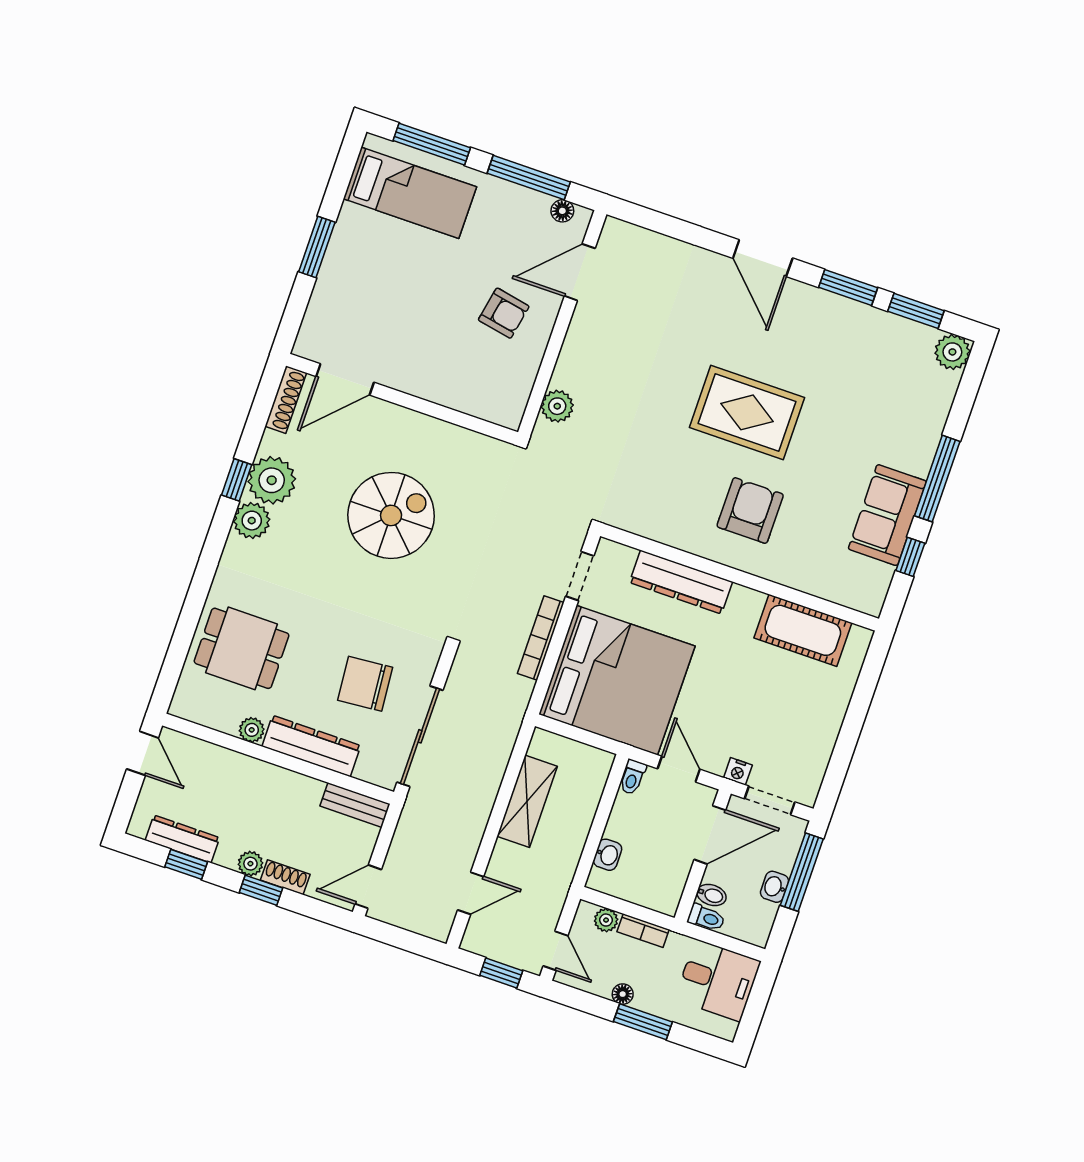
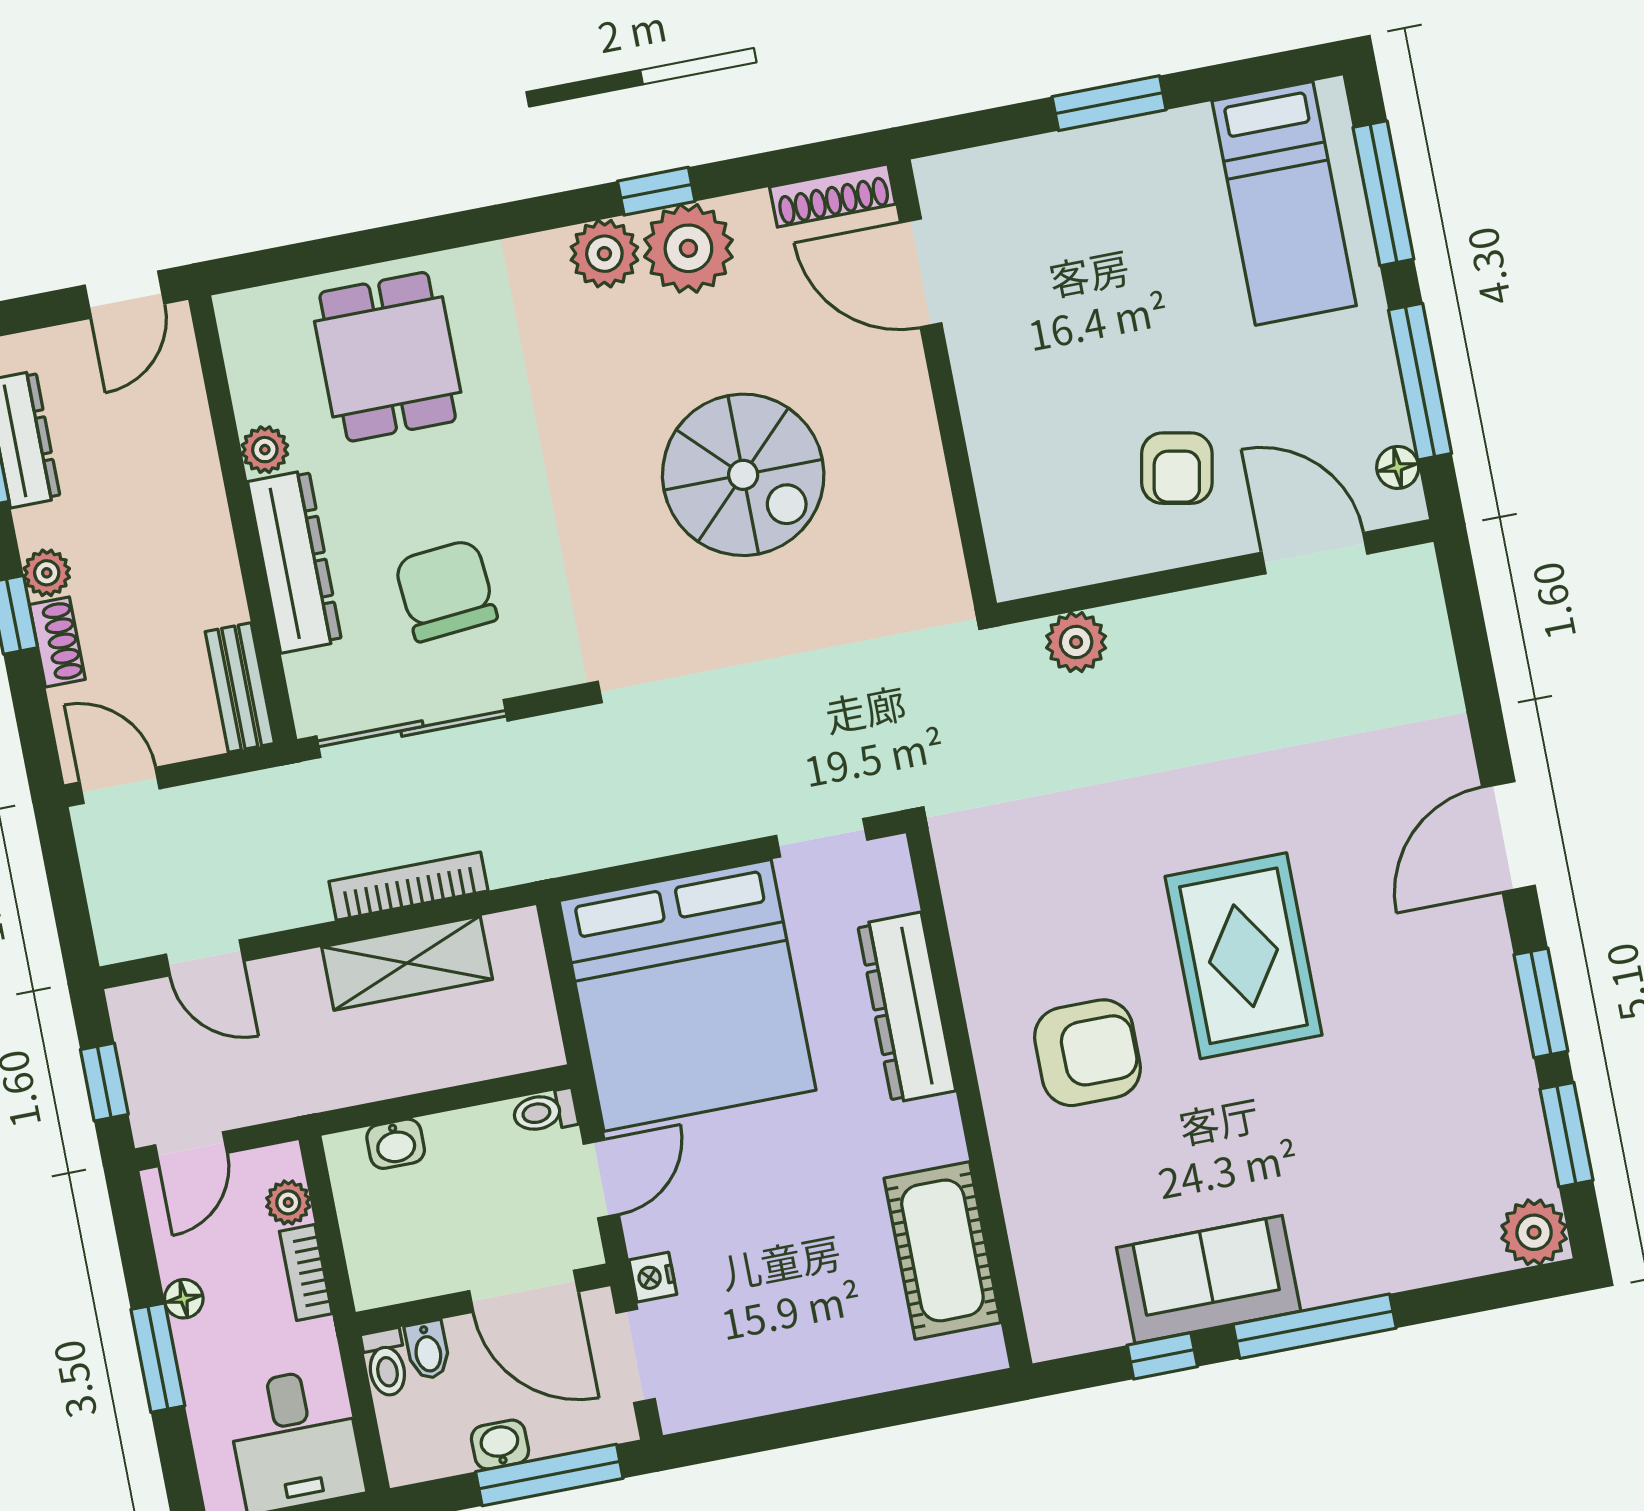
bookcase: (541, 638) -> (408, 886), moved

